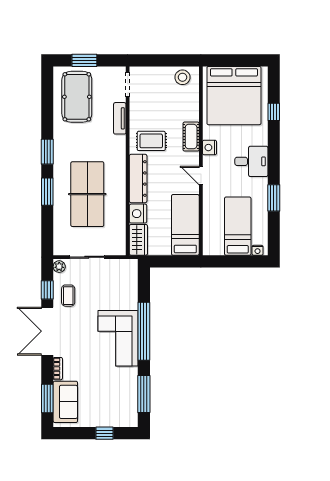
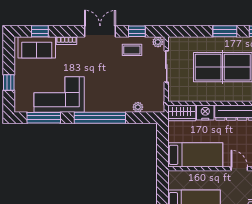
door: (201, 176) -> (239, 169), hinge flipped
plant: (132, 289) -> (138, 107), added
double door: (47, 331) -> (100, 31), width x0.73
corner sofa: (118, 338) -> (59, 94), moved
window: (47, 399) -> (40, 31), width x0.67

